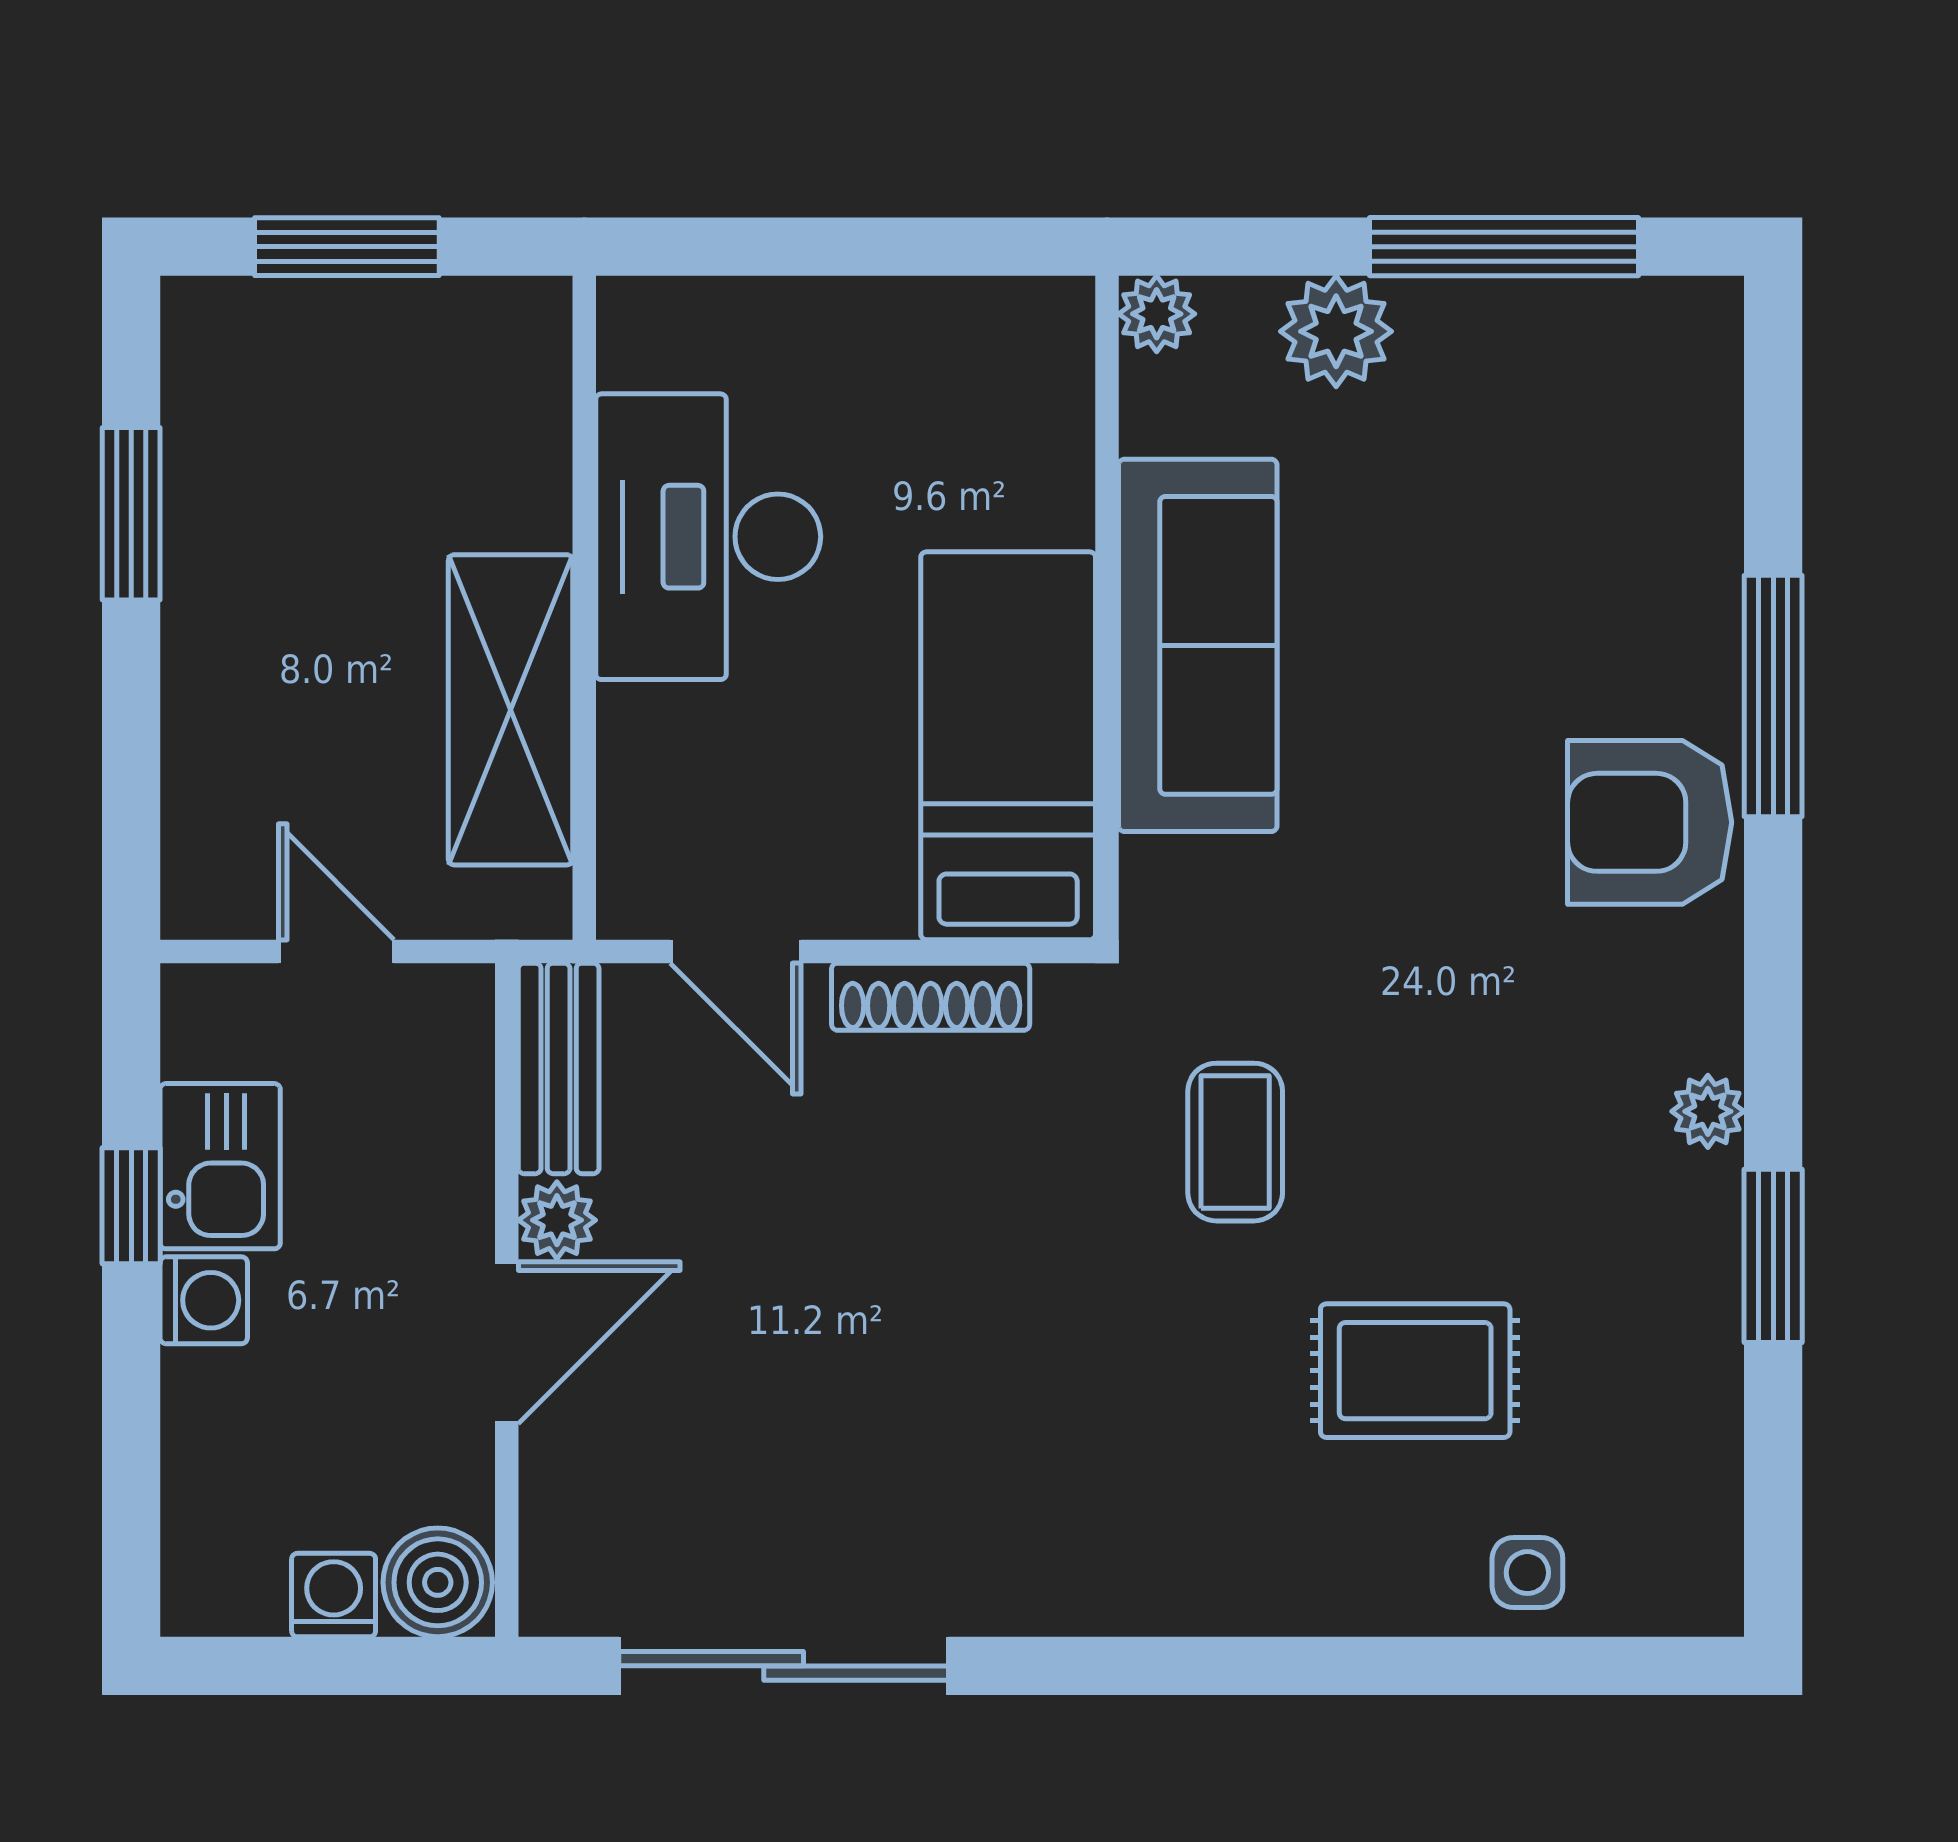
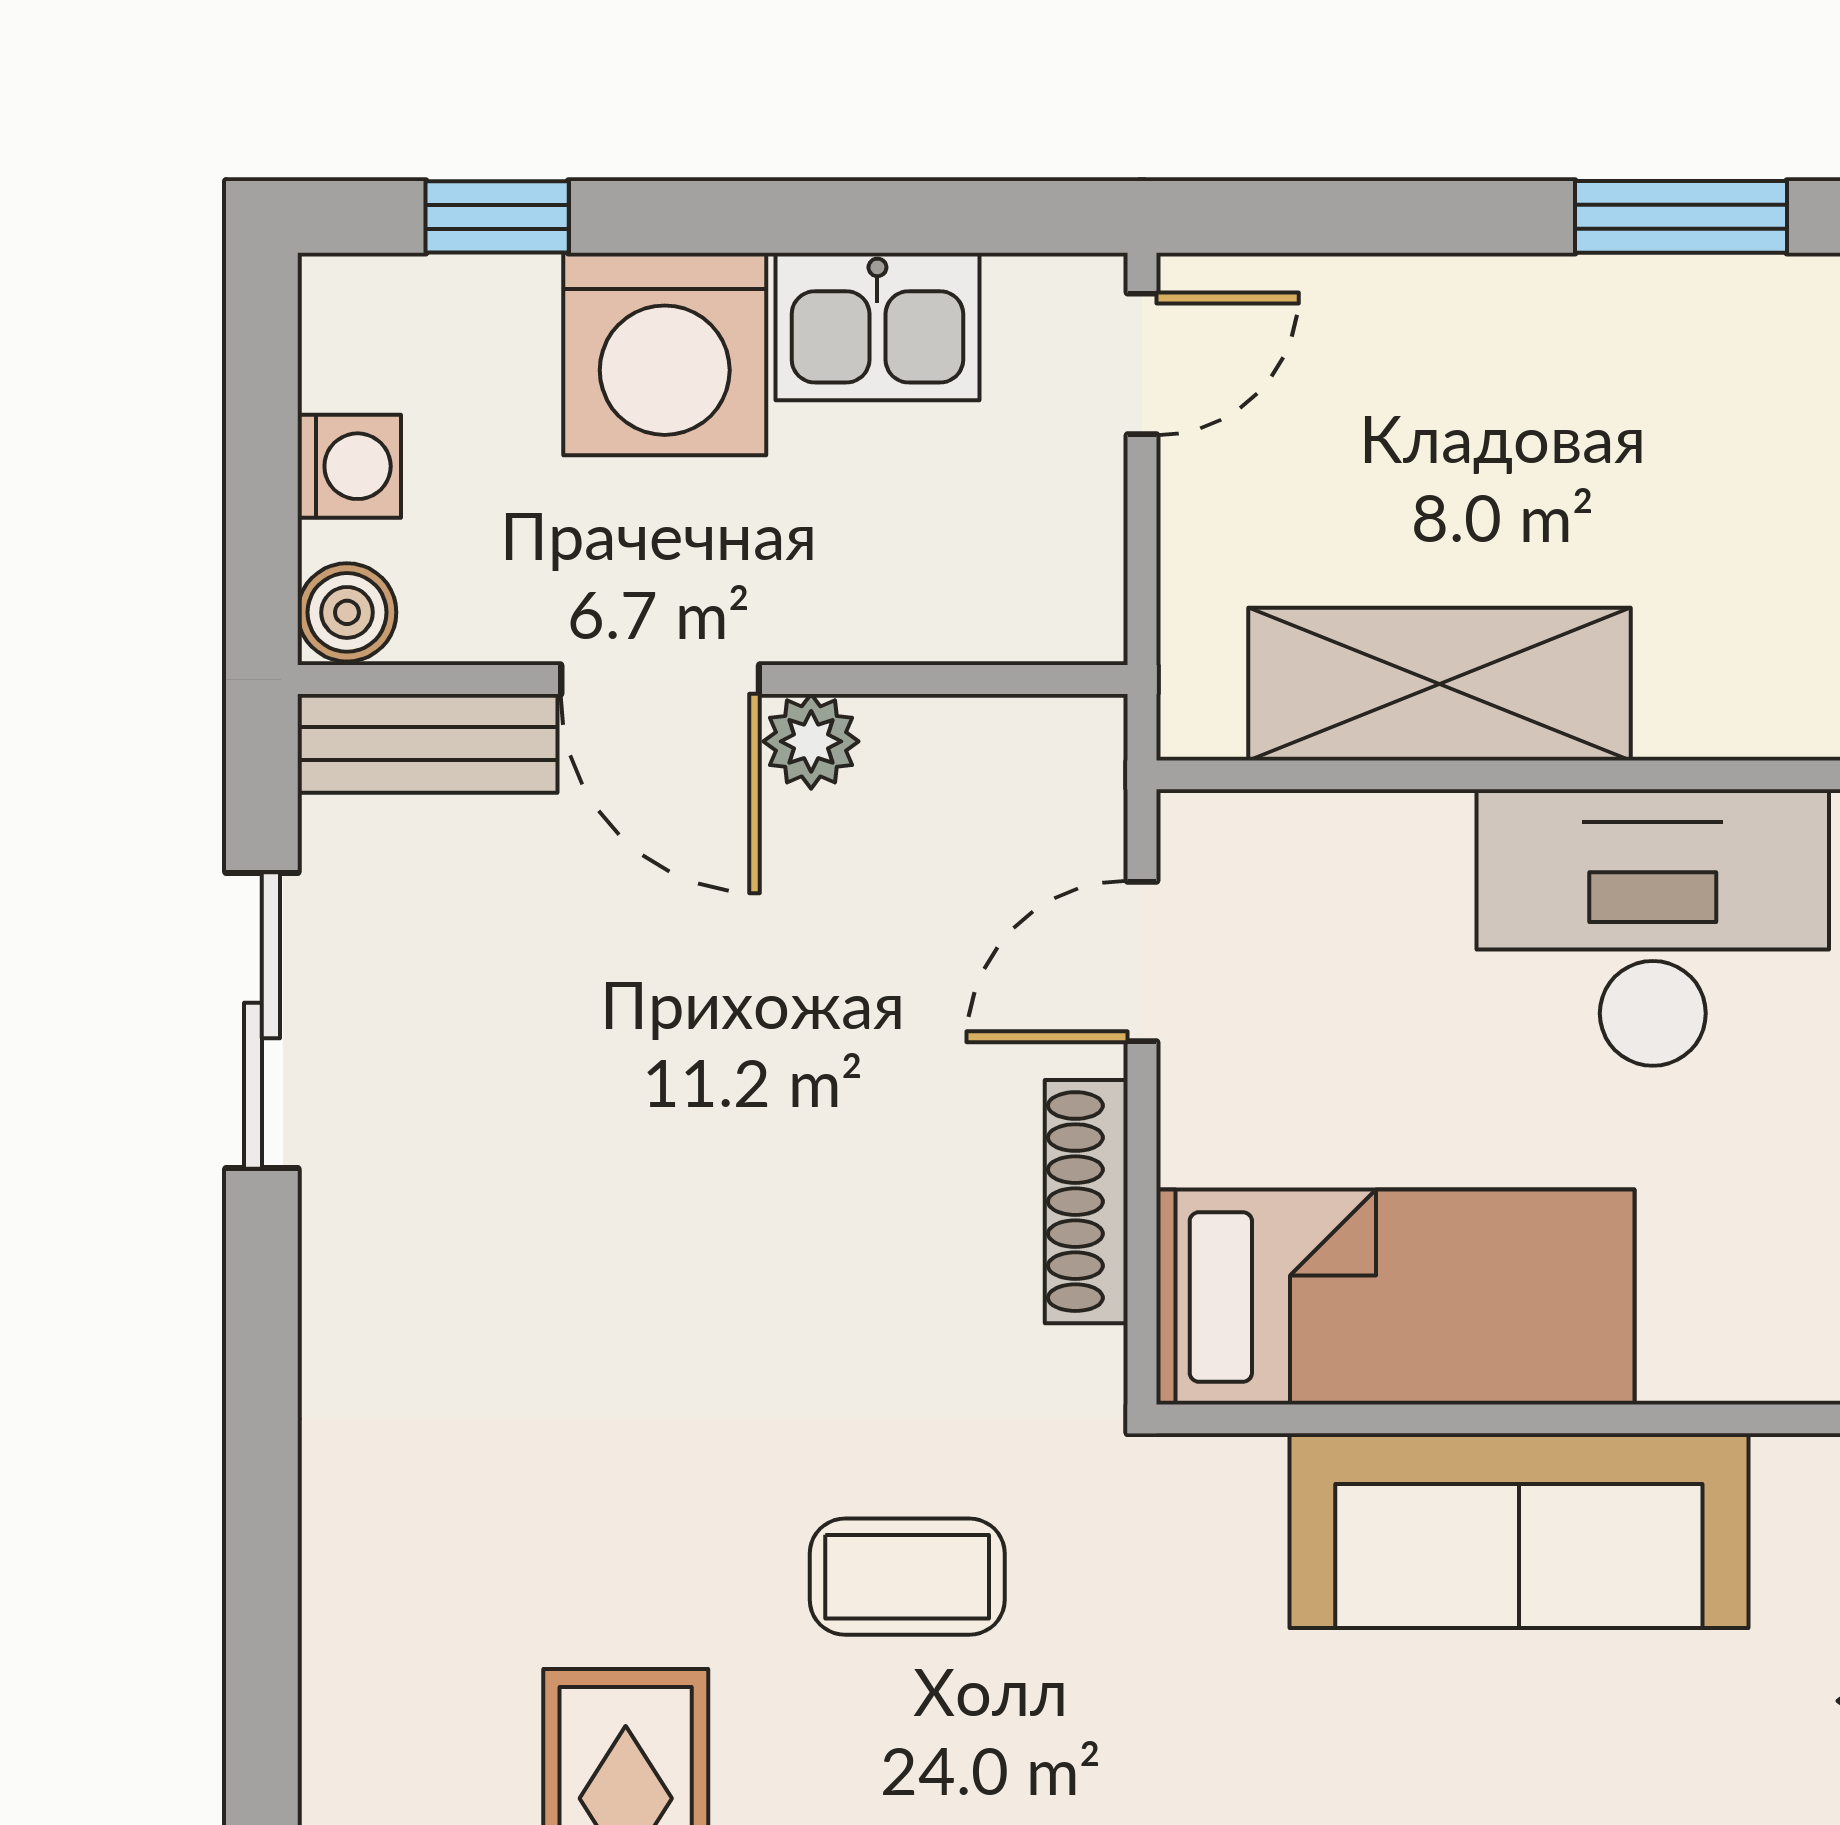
door: (336, 951) -> (1142, 364), moved
bench: (559, 1068) -> (427, 743), moved
window: (131, 1206) -> (497, 217), moved
washing machine: (204, 1300) -> (665, 354), width x1.89, depth x1.89
boiler: (438, 1582) -> (347, 612), width x0.73, depth x0.73
sliding door: (784, 1666) -> (262, 1021), width x0.73

